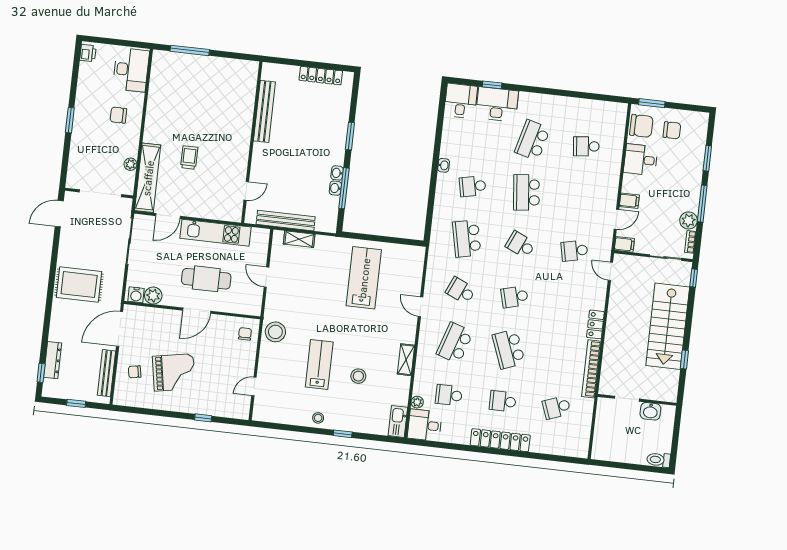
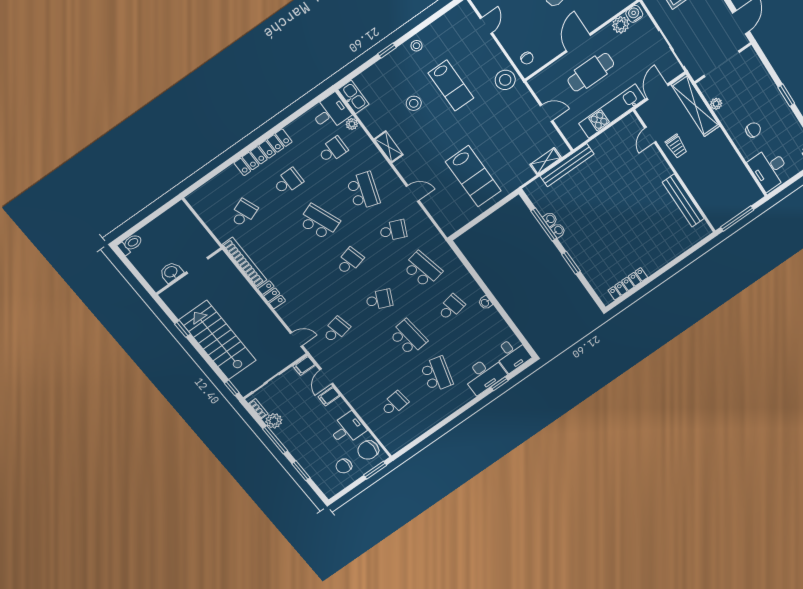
bench: (264, 111) -> (683, 201), moved
wall: (252, 142) -> (675, 172), moved
door: (246, 191) -> (650, 135), moved

